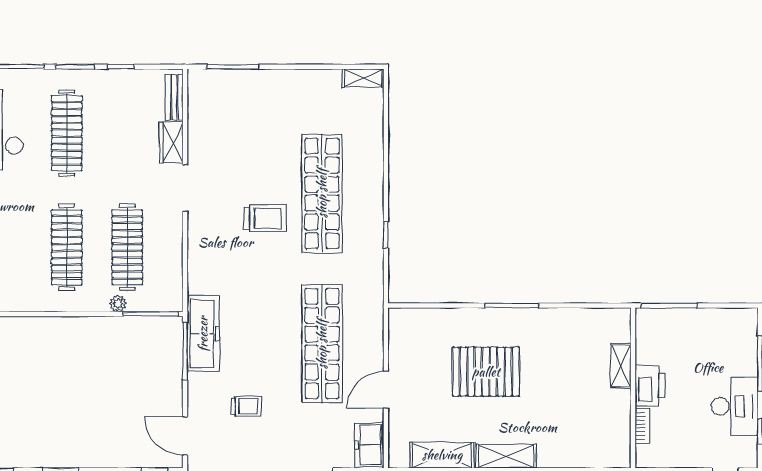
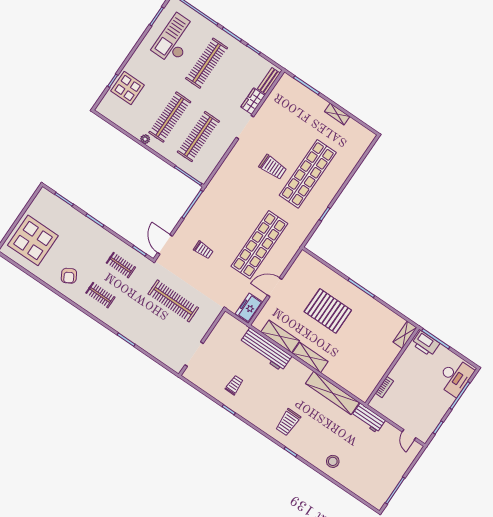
shelving: (363, 78) -> (337, 114), moved
plant: (118, 303) -> (145, 139), moved
freezer: (203, 334) -> (207, 202), removed
shelving: (621, 366) -> (405, 335), moved
printer: (650, 386) -> (426, 344), moved, turned 90
desk: (735, 406) -> (455, 377), moved

